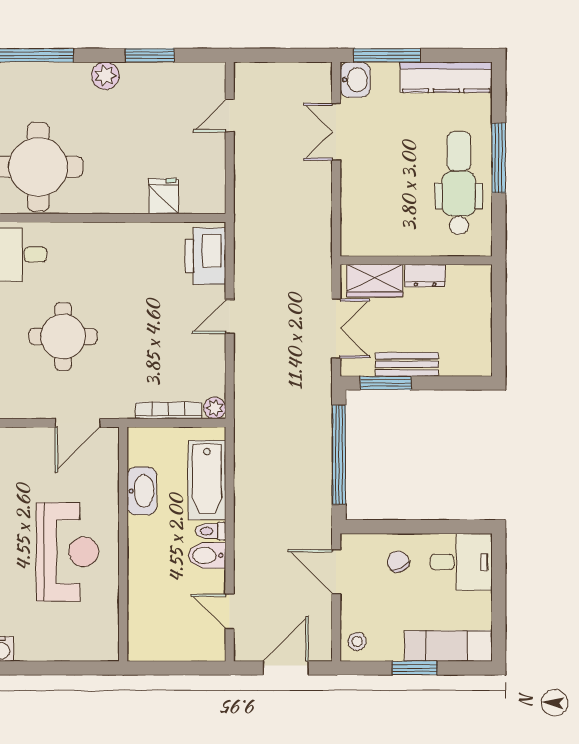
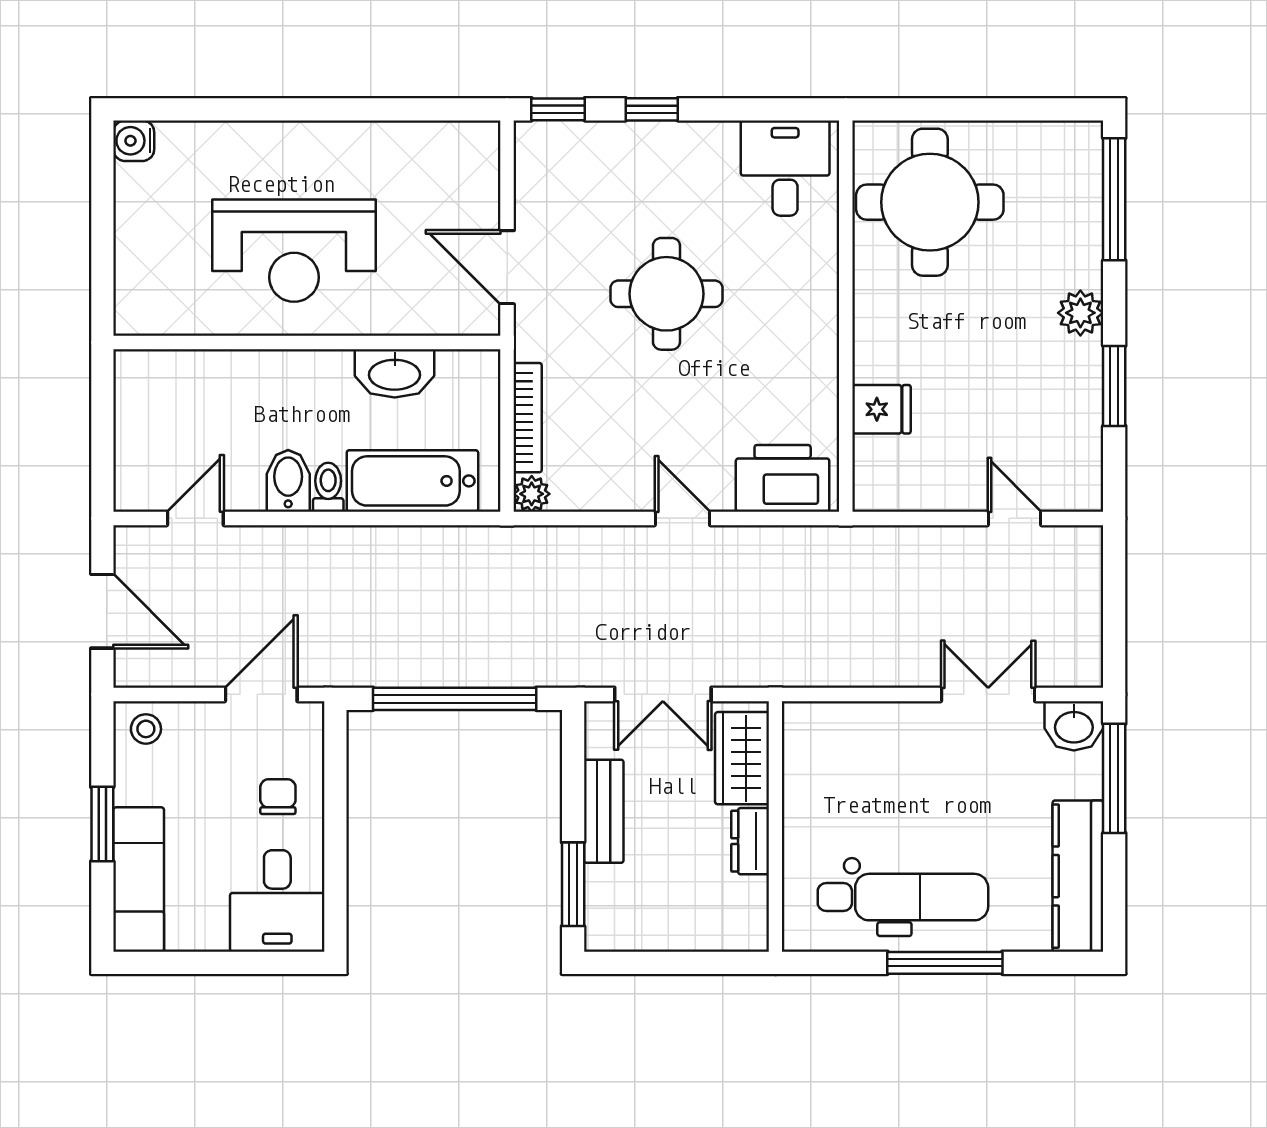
round table: (63, 336) -> (666, 294), moved
window: (386, 383) -> (573, 884), moved
chair: (398, 562) -> (278, 797), turned -65

